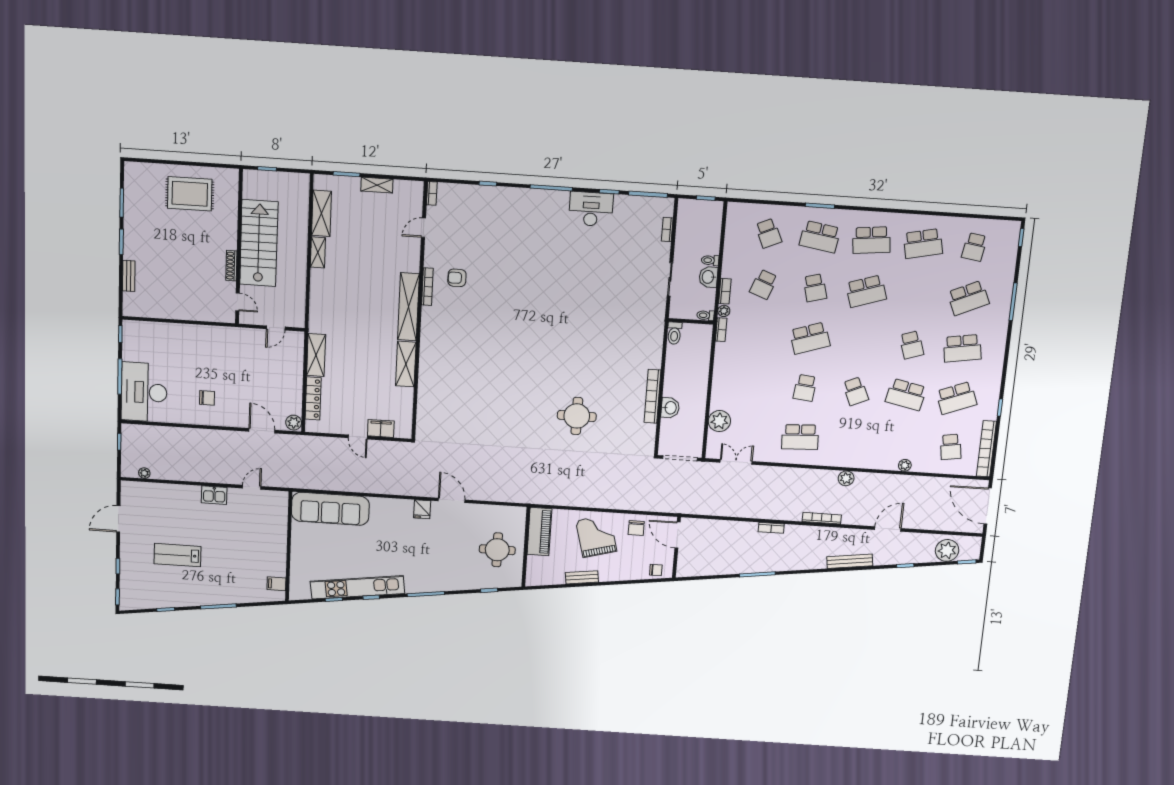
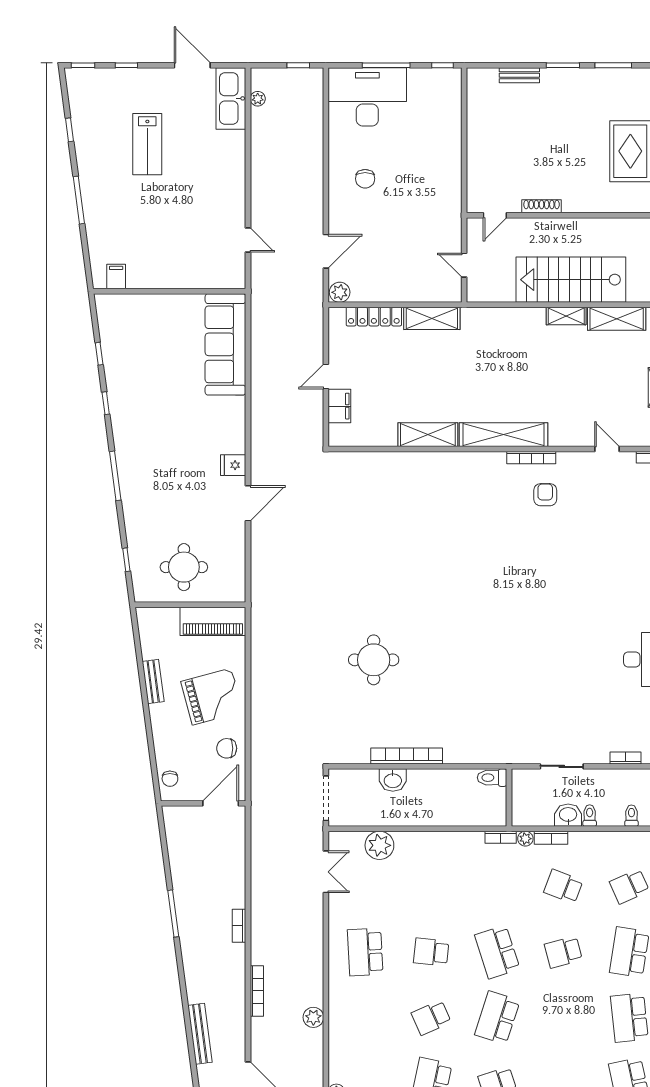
stairs: (259, 243) -> (571, 280), moved, turned 180
school desk: (866, 291) -> (497, 1018), moved, turned 36
toilet: (705, 315) -> (631, 816), moved
kitchen sink: (214, 495) -> (231, 98), moved, width x1.87, depth x1.24
lab bench: (178, 555) -> (147, 144), turned 180
kitchen unit: (357, 587) -> (119, 384), removed

